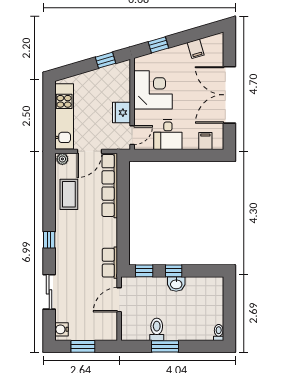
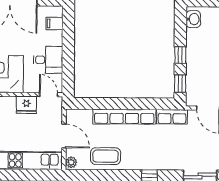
row of seats: (110, 185) -> (124, 117), moved
washbasin: (176, 284) -> (193, 19), moved

